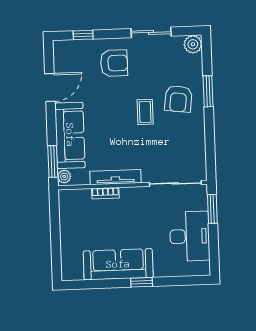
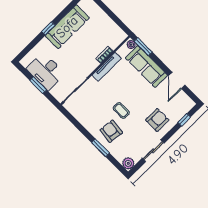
armchair: (114, 63) -> (157, 120), turned 180
window: (212, 209) -> (38, 85), moved

